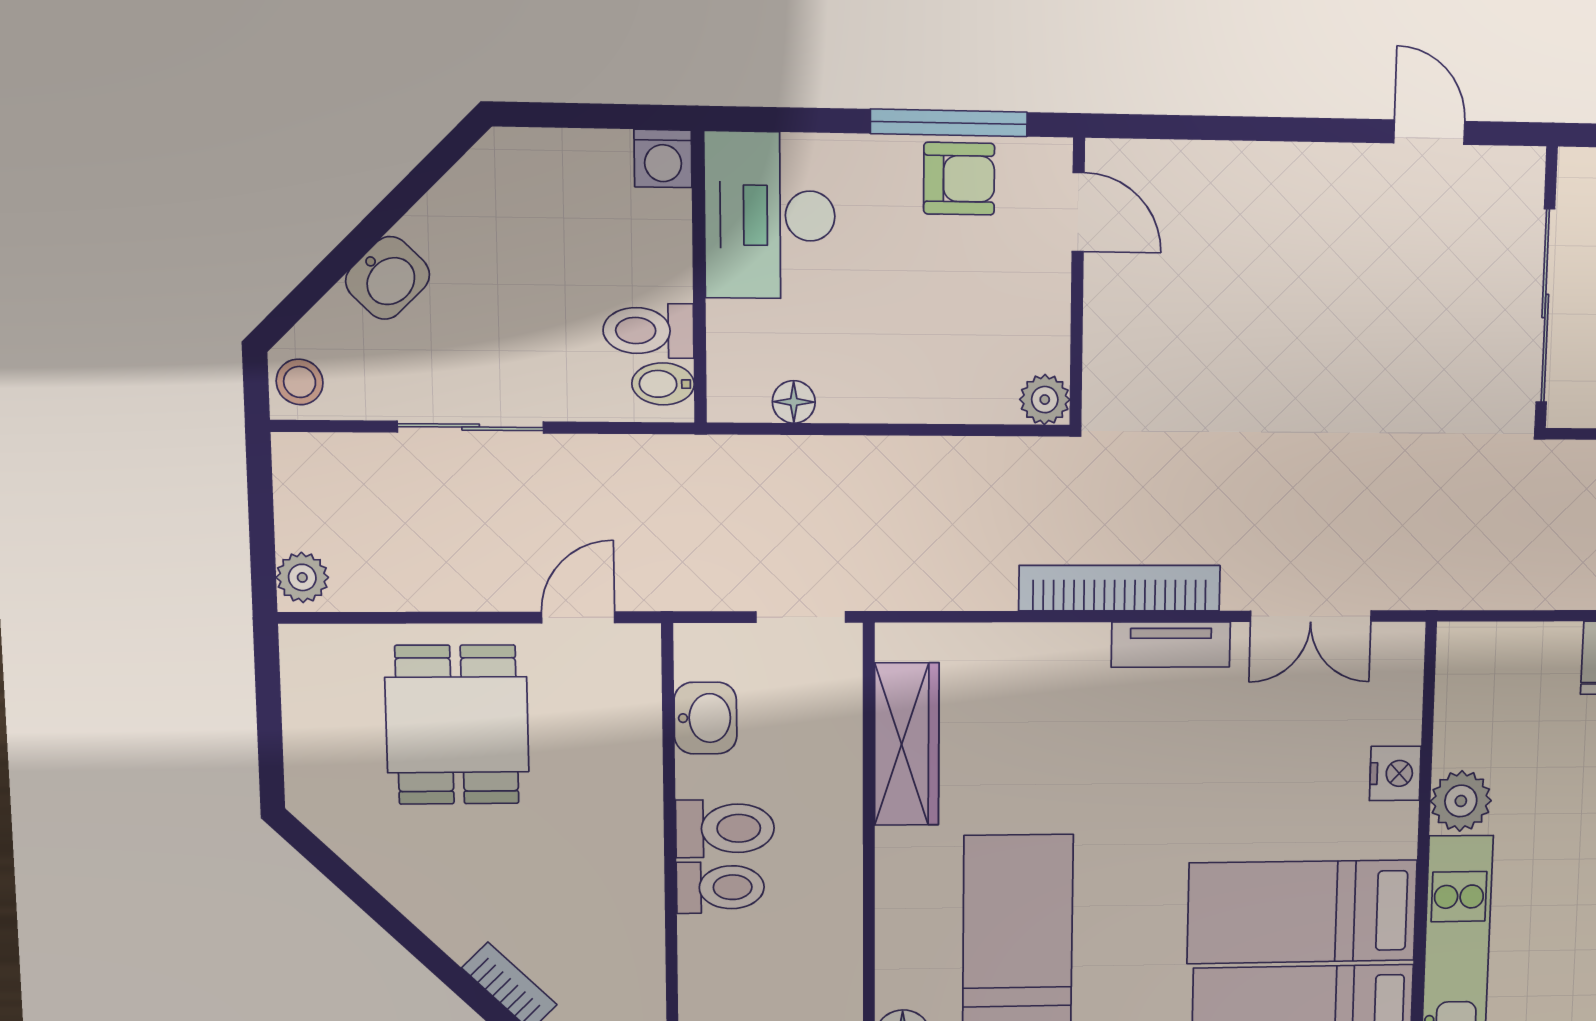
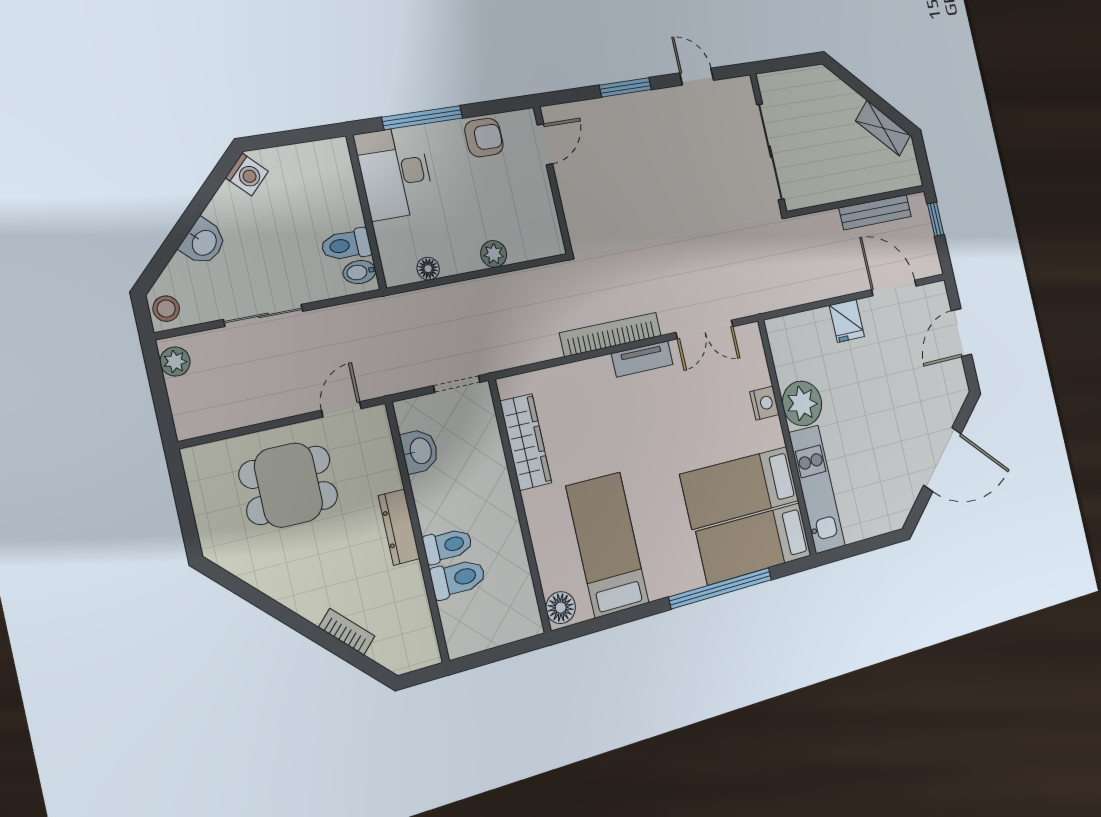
window: (949, 123) -> (422, 118), moved
window: (1272, 129) -> (625, 87), added
washing machine: (663, 159) -> (247, 174), moved, turned -45
door: (1078, 212) -> (545, 144), hinge flipped
plant: (1045, 400) -> (494, 254), moved
plant: (302, 577) -> (175, 362), moved
dining table: (457, 725) -> (289, 485), turned 90
plant: (1461, 801) -> (802, 403), width x1.36, depth x1.36
toilet: (725, 828) -> (458, 578), moved
dresser: (639, 837) -> (399, 527), added

